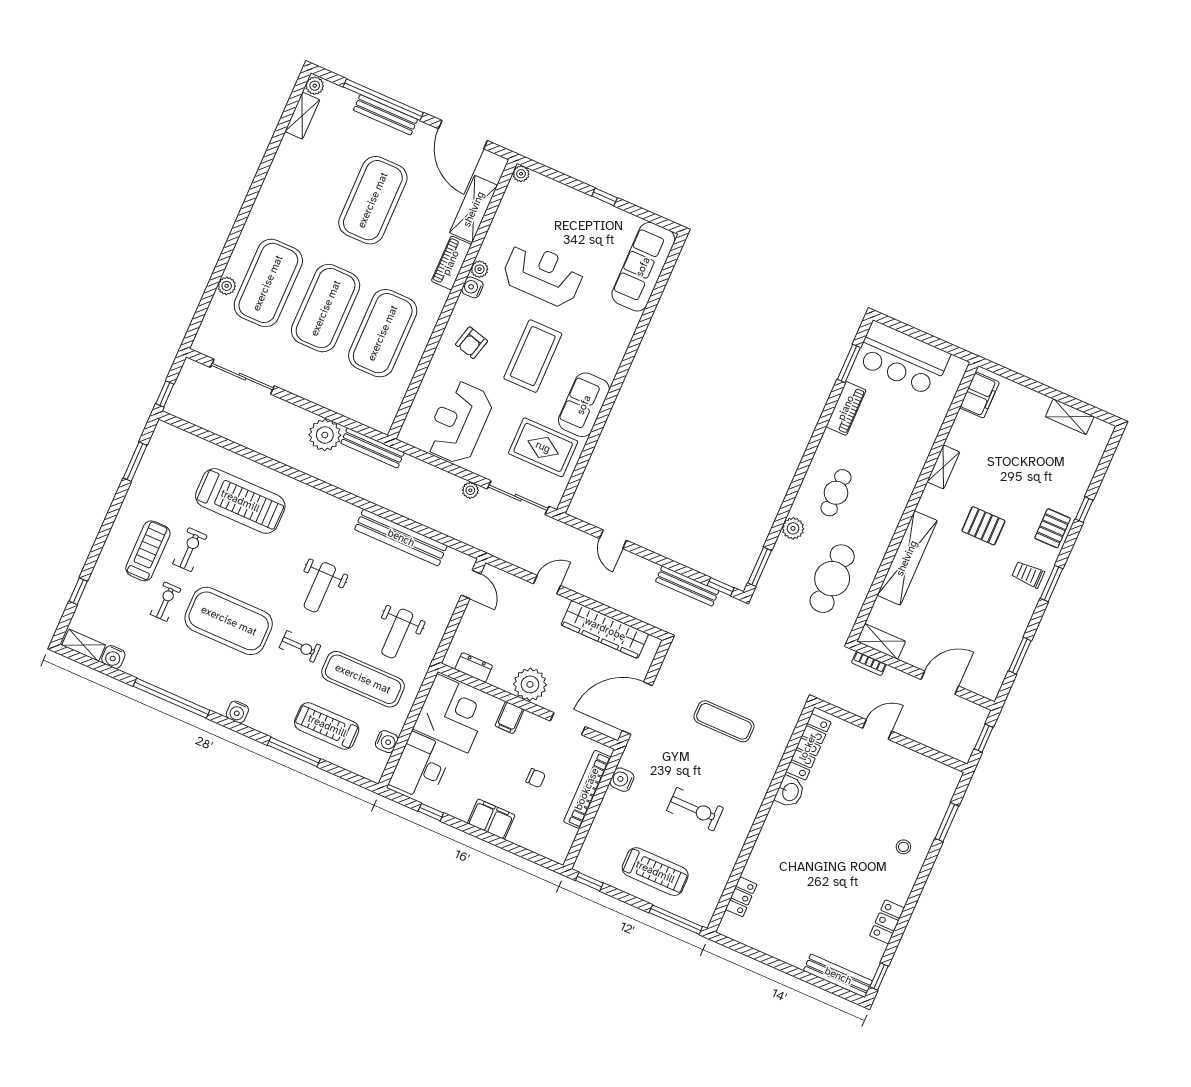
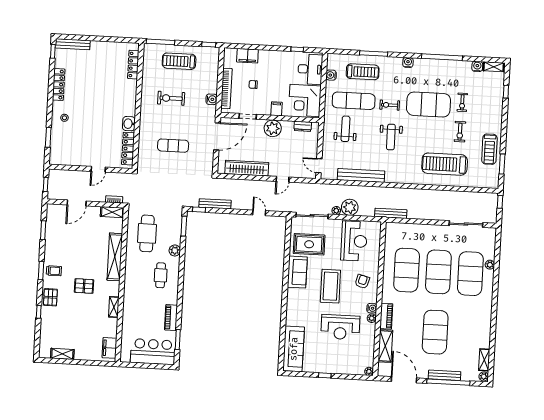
plant: (325, 435) -> (350, 207), moved
treadmill: (148, 551) -> (489, 149), moved
weight bench: (320, 587) -> (391, 137), turned 180
filing cabinet: (491, 819) -> (247, 56), moved
locker: (741, 897) -> (133, 65), width x1.53
locker: (887, 922) -> (59, 84), width x1.53

